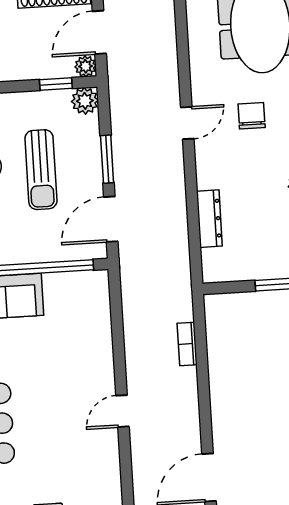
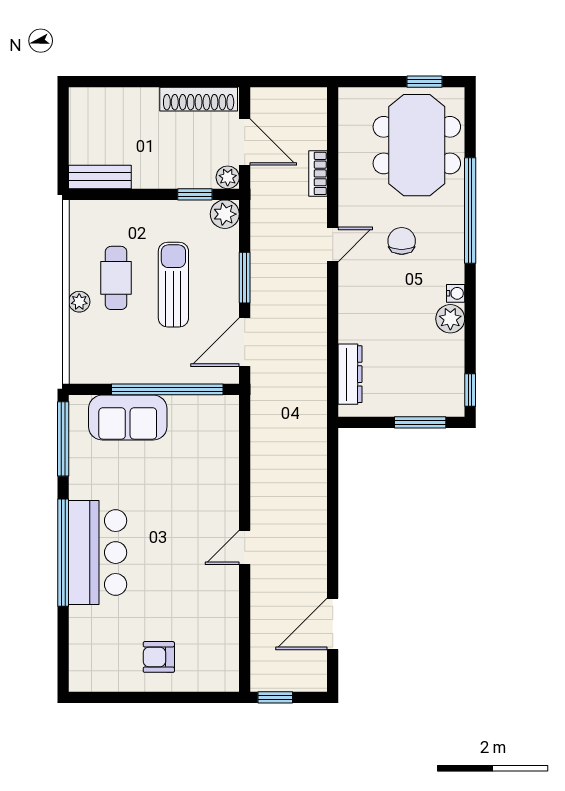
door: (99, 32) -> (245, 142), swing flipped
sun lounger: (41, 170) -> (173, 285), turned 180
dresser: (209, 219) -> (350, 374), moved
bookcase: (187, 344) -> (318, 173), moved

